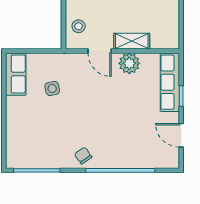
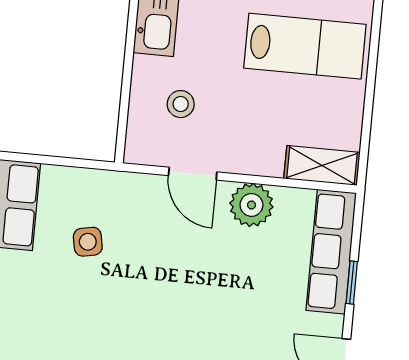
stool: (79, 26) -> (181, 104), moved
shelving: (132, 41) -> (322, 166), moved

